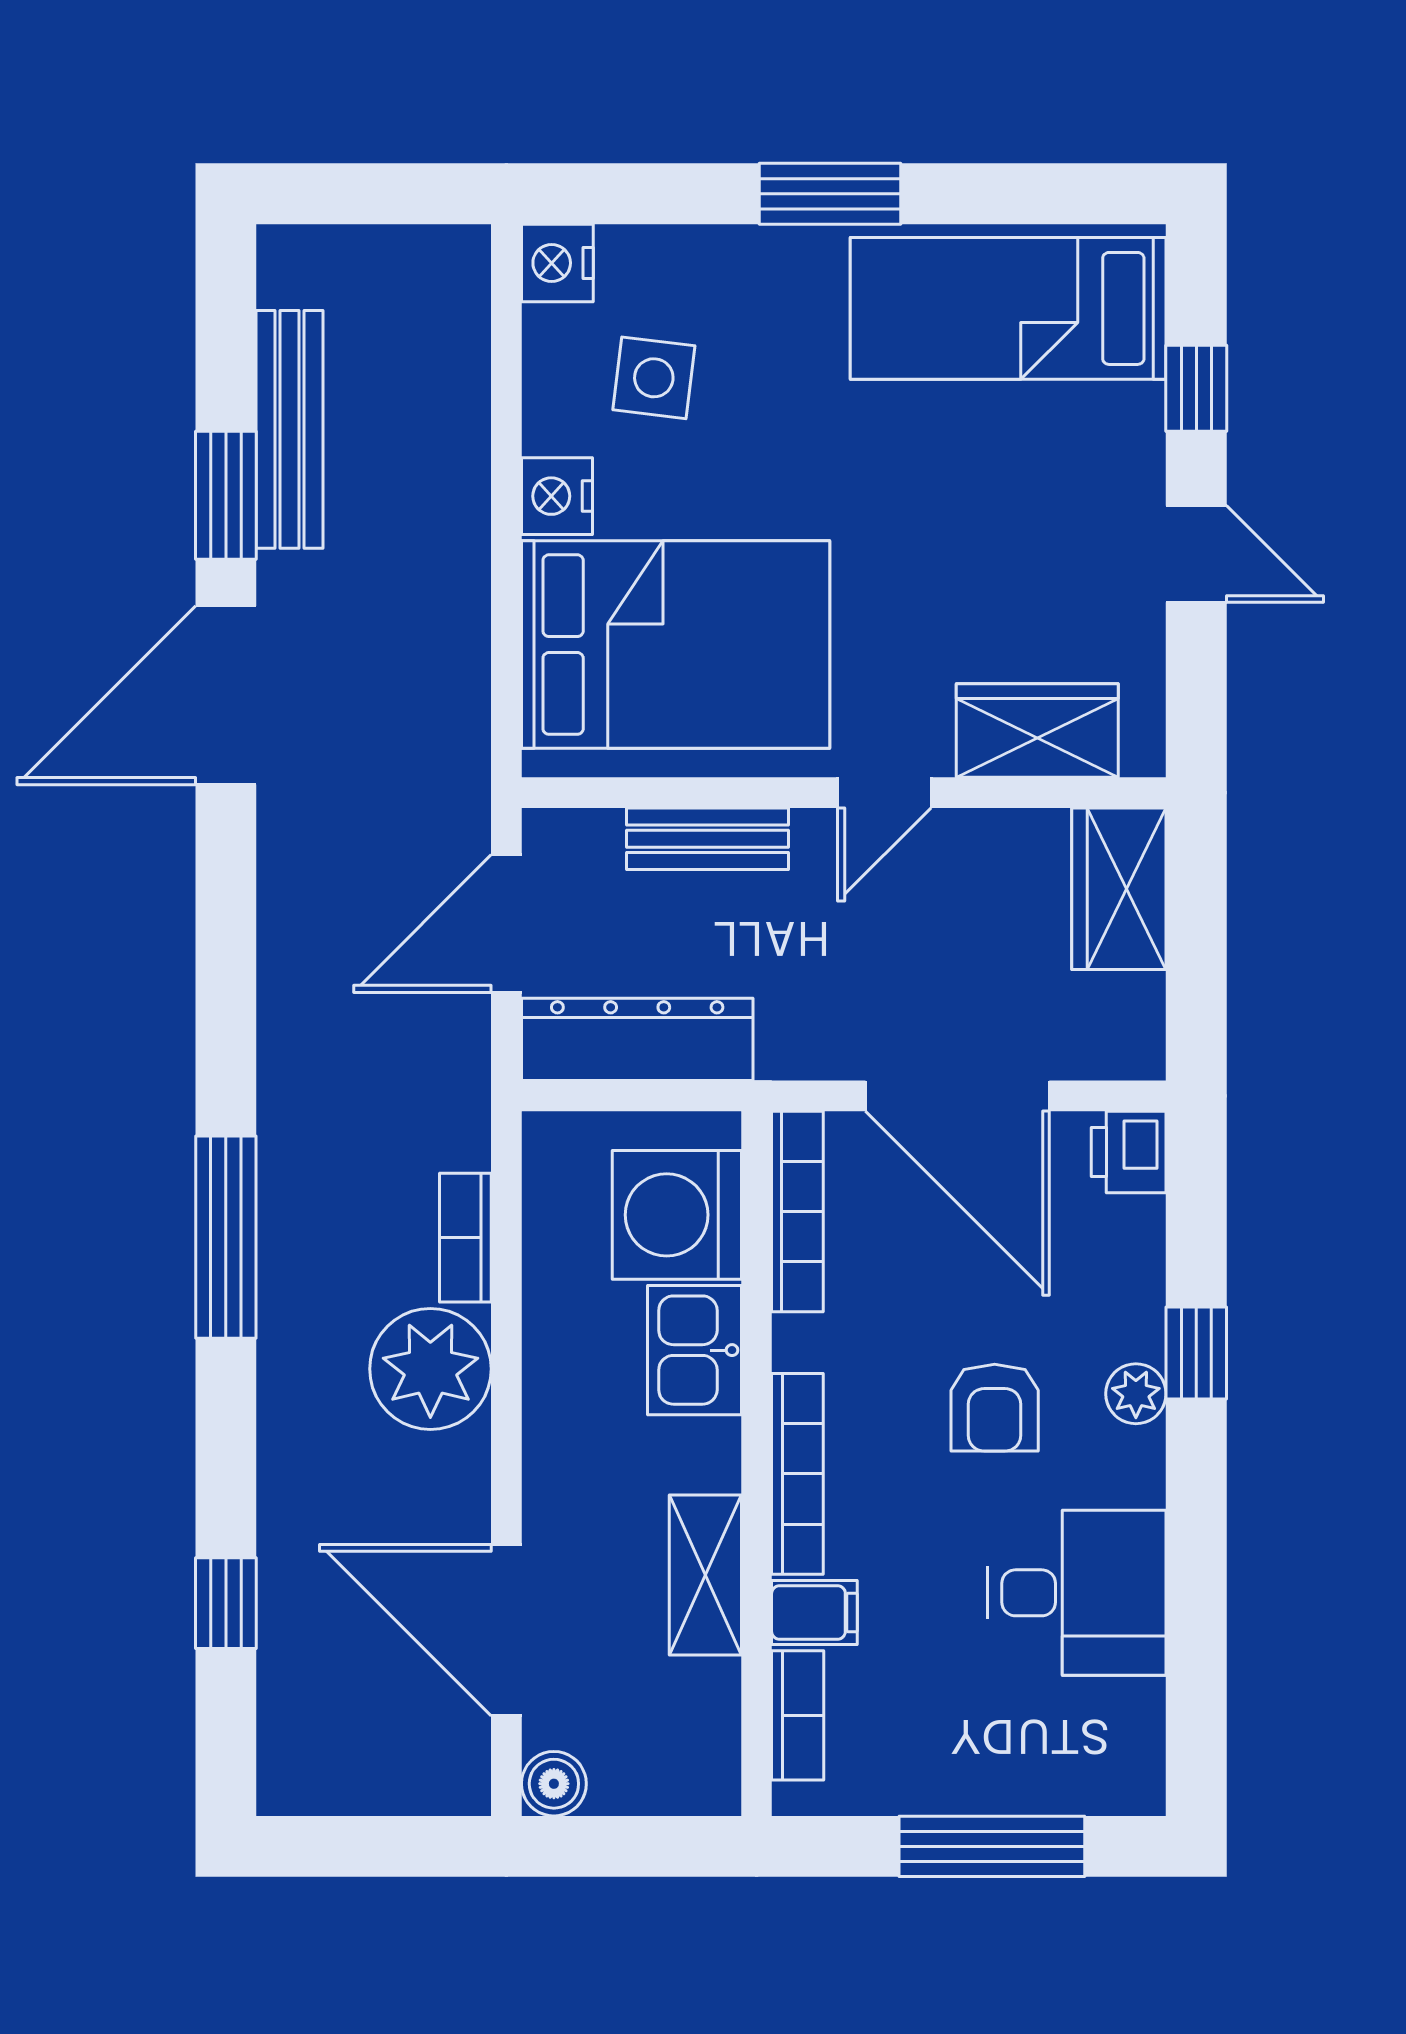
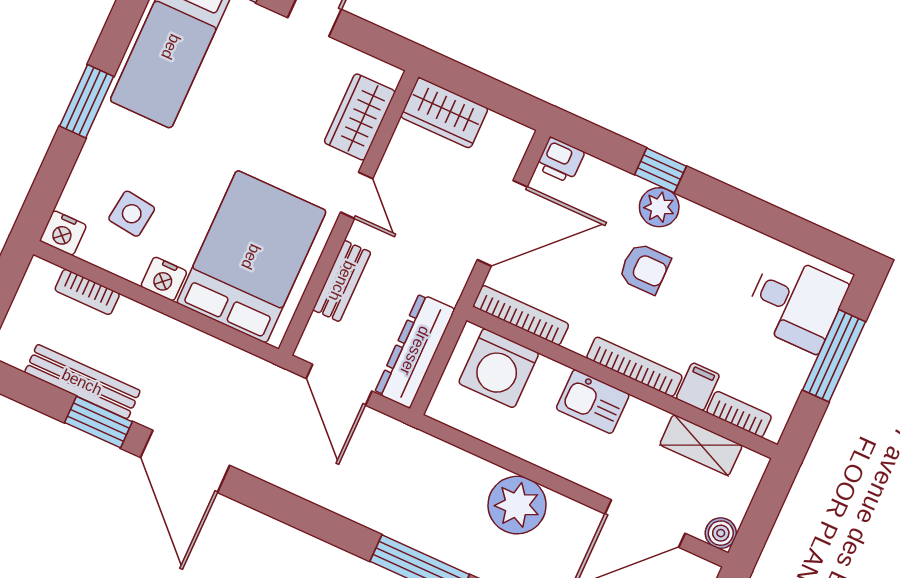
bookcase: (465, 1238) -> (87, 292), moved
kitchen sink: (694, 1350) -> (593, 402), moved
plant: (1136, 1394) -> (659, 207), width x1.38, depth x1.38
shelving: (705, 1575) -> (701, 445), moved
desk: (1077, 1593) -> (796, 303), moved, turned 90

